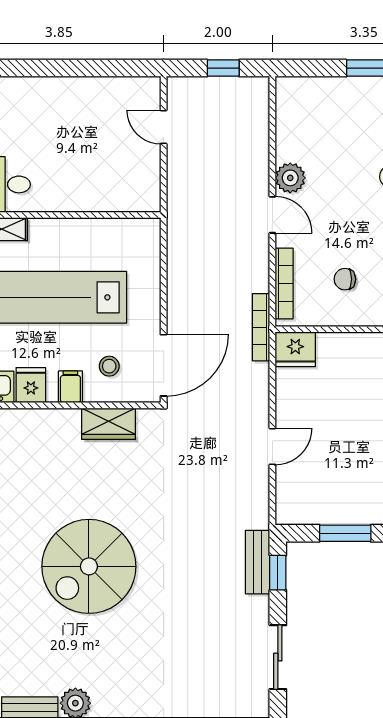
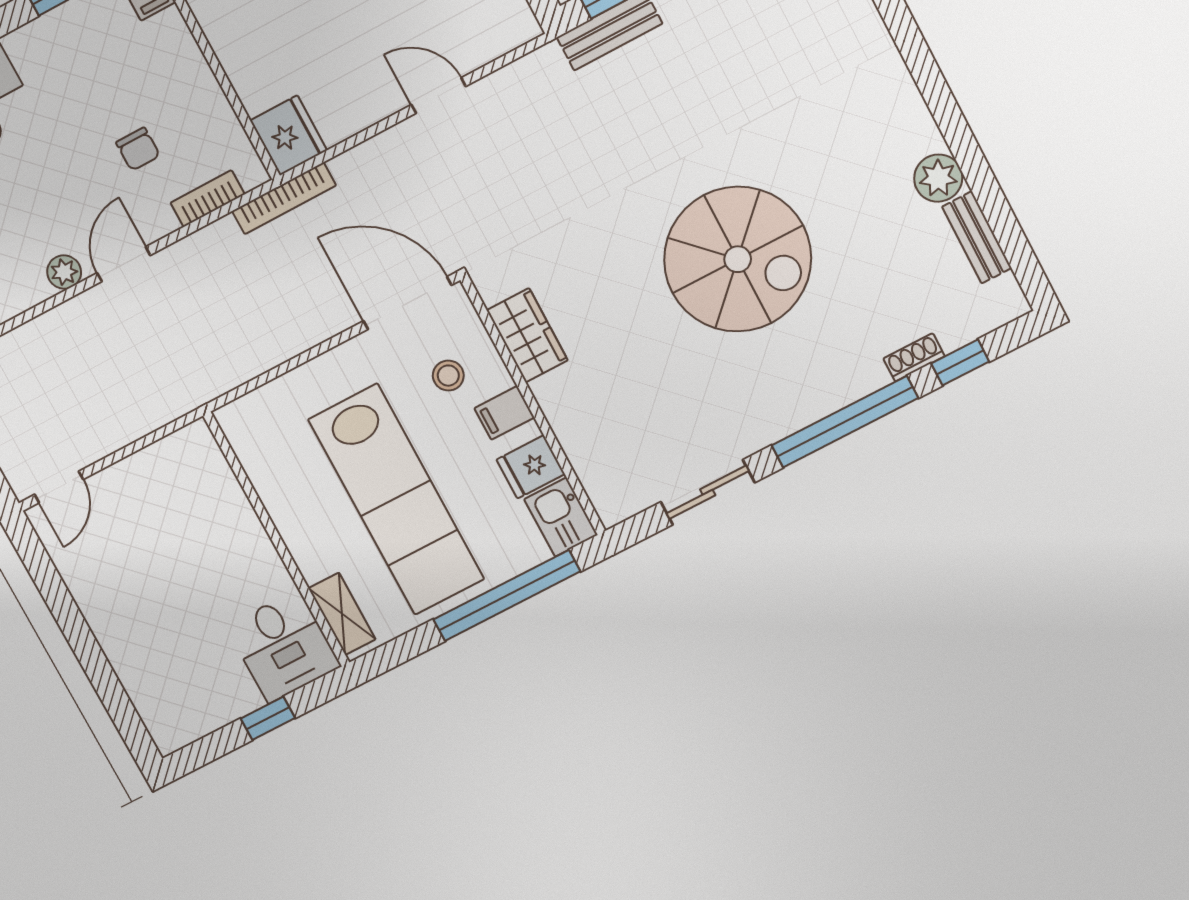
door: (164, 127) -> (59, 487), moved
plant: (290, 178) -> (64, 272), width x0.73, depth x0.73
chair: (345, 279) -> (138, 149), moved
bookcase: (284, 284) -> (208, 199), width x0.64

